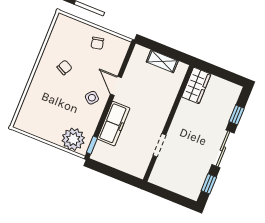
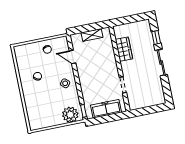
door: (116, 86) -> (72, 57), moved
wardrobe: (196, 86) -> (124, 49), moved
freezer: (114, 124) -> (106, 109), moved, turned -90
window: (209, 184) -> (166, 88), removed

